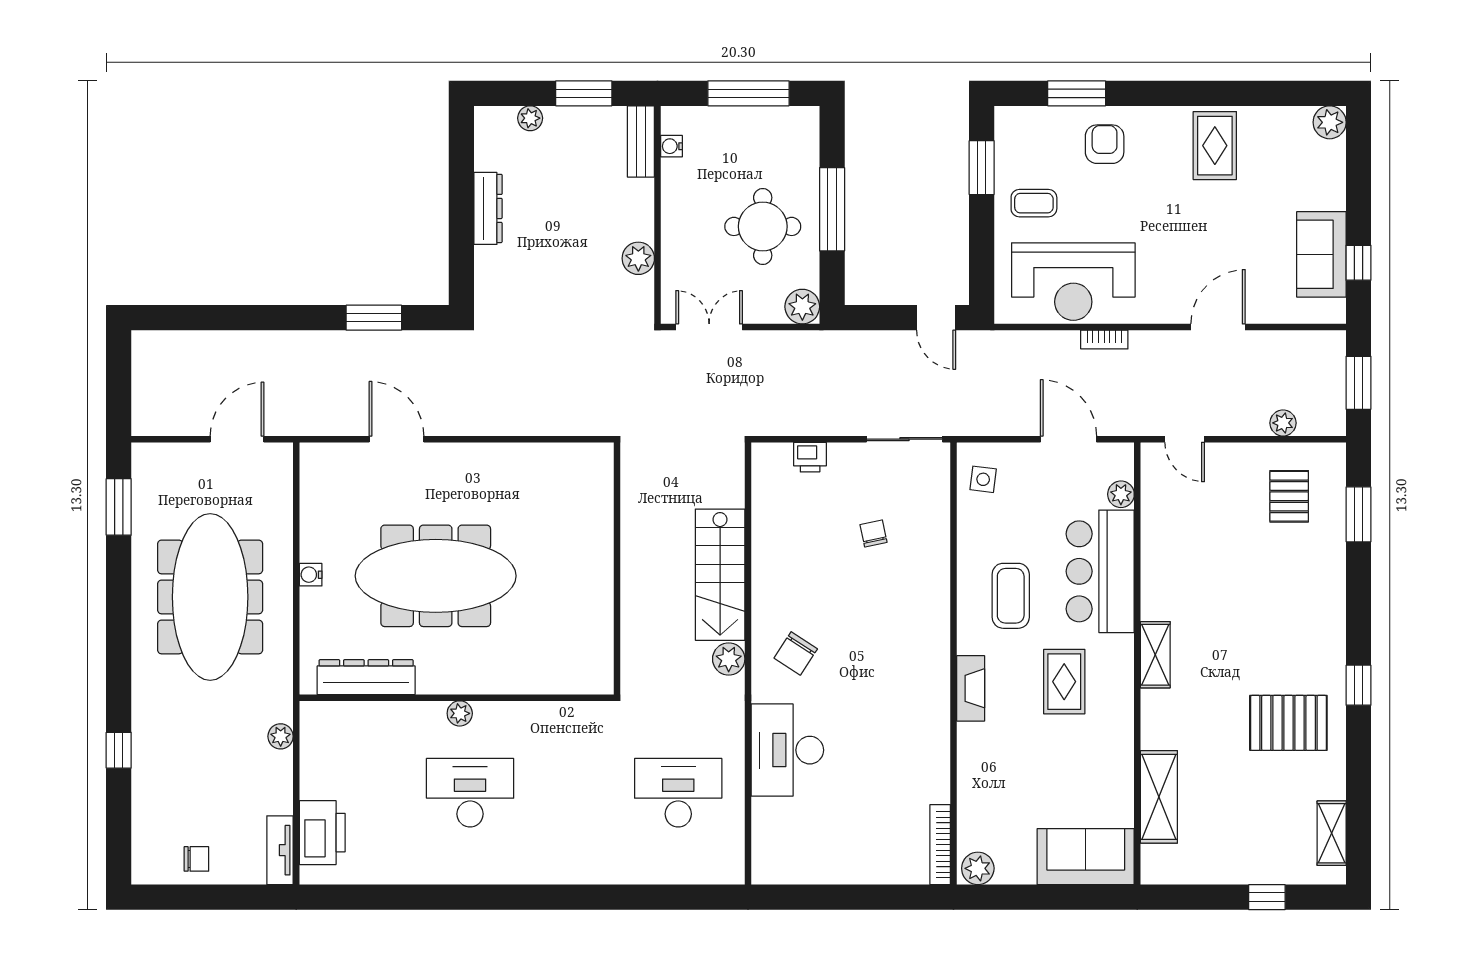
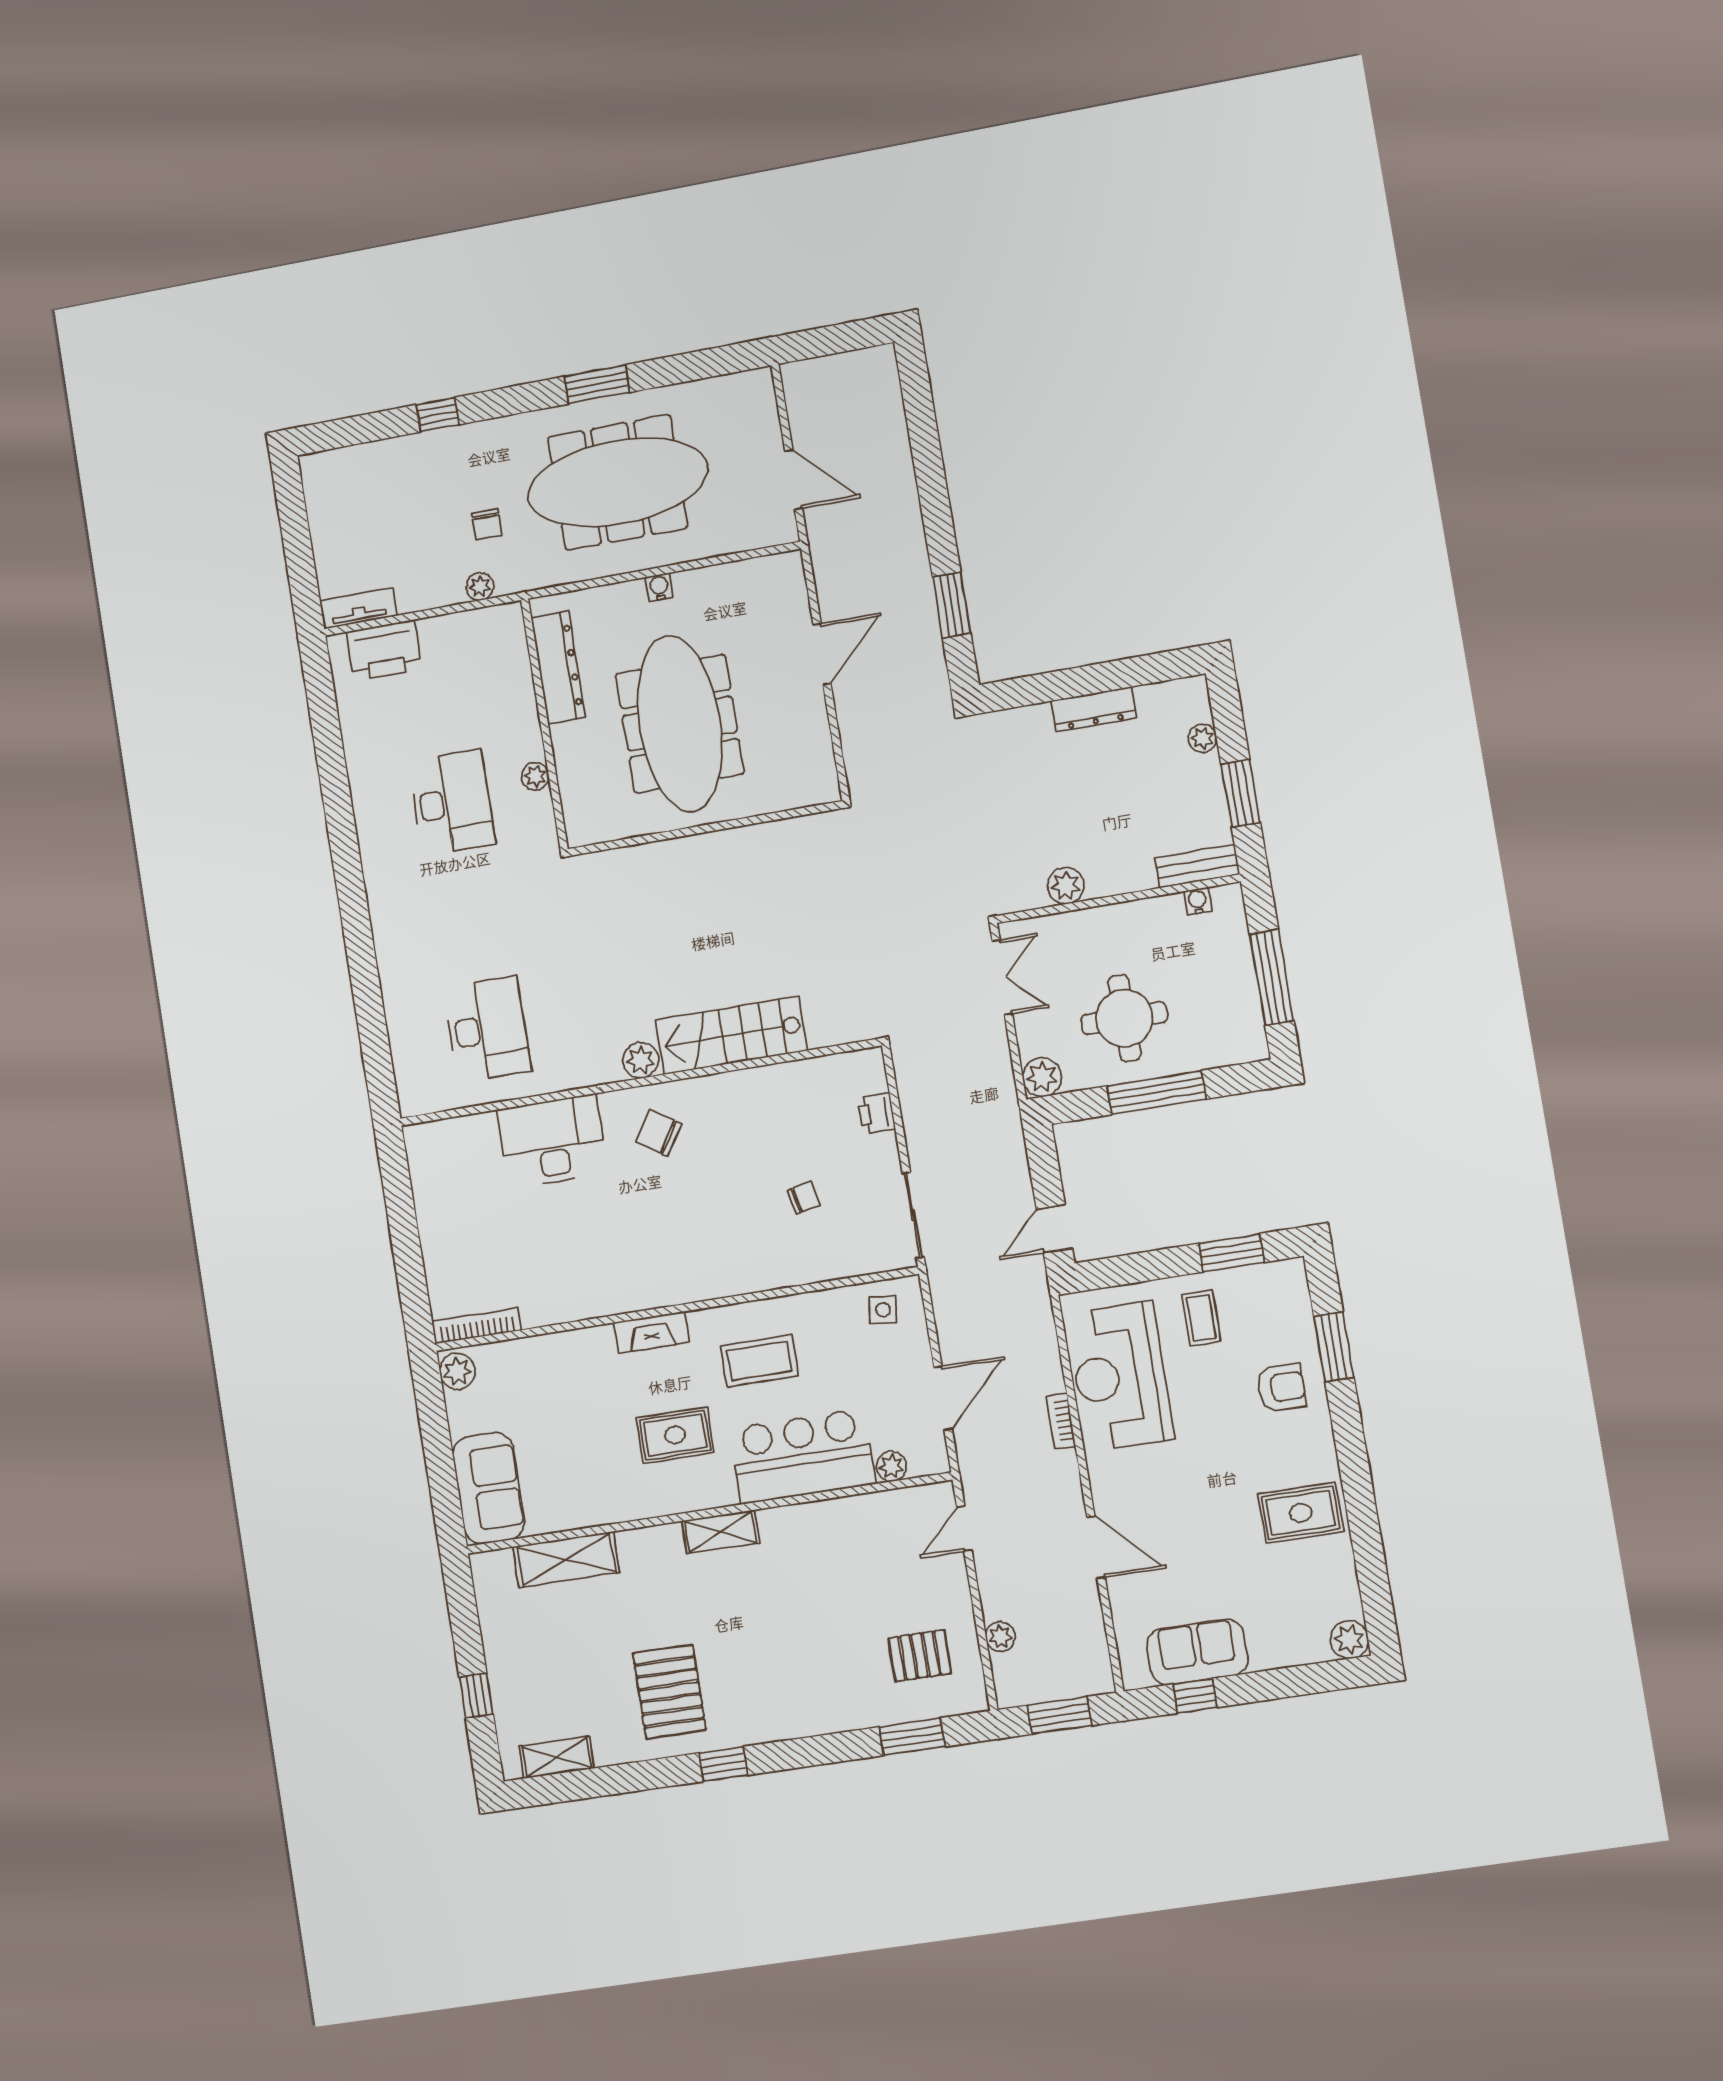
window: (119, 507) -> (597, 384), moved
wall: (617, 568) -> (705, 829), moved
chair: (196, 859) -> (487, 524), moved

